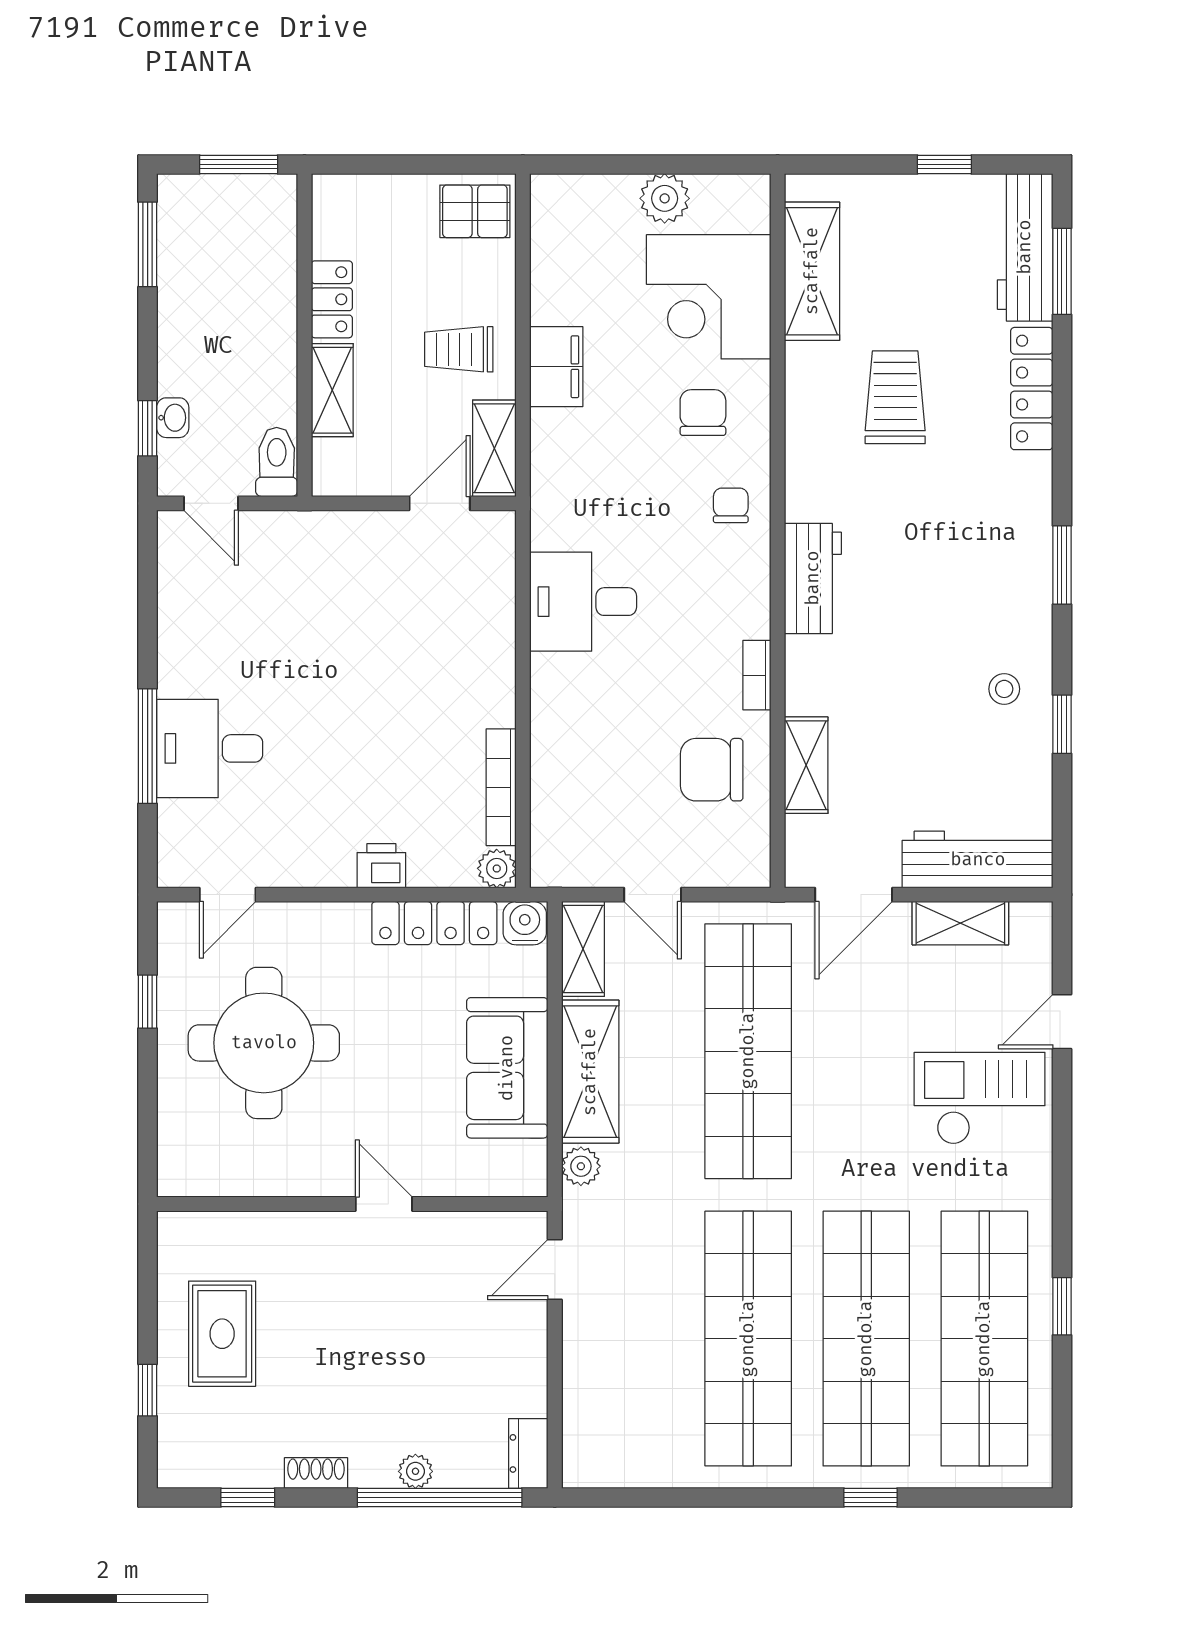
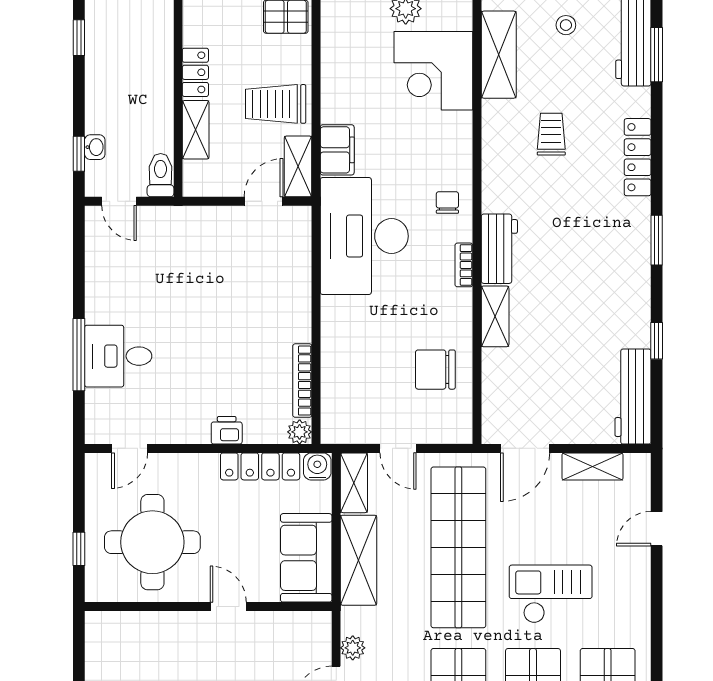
window: (148, 244) -> (79, 38), width x0.67
trolley: (459, 349) -> (276, 104), width x1.36, depth x1.39
filing cabinet: (556, 367) -> (337, 150), moved
locker: (1032, 389) -> (638, 157), moved
trolley: (895, 397) -> (551, 134), width x0.73, depth x0.72
chair: (703, 413) -> (430, 144), removed
desk: (583, 602) -> (364, 236), width x1.87, depth x1.30
bookcase: (757, 675) -> (464, 265), moved
stool: (1004, 689) -> (566, 25), moved
shelving: (806, 765) -> (495, 316), moved
workbench: (978, 860) -> (633, 397), moved, turned -90
window: (148, 1002) -> (79, 549), moved
checkout: (980, 1098) -> (551, 594), moved
plant: (581, 1166) -> (353, 648), moved
wall: (352, 1204) -> (208, 607), moved
door: (384, 1204) -> (228, 607), moved

